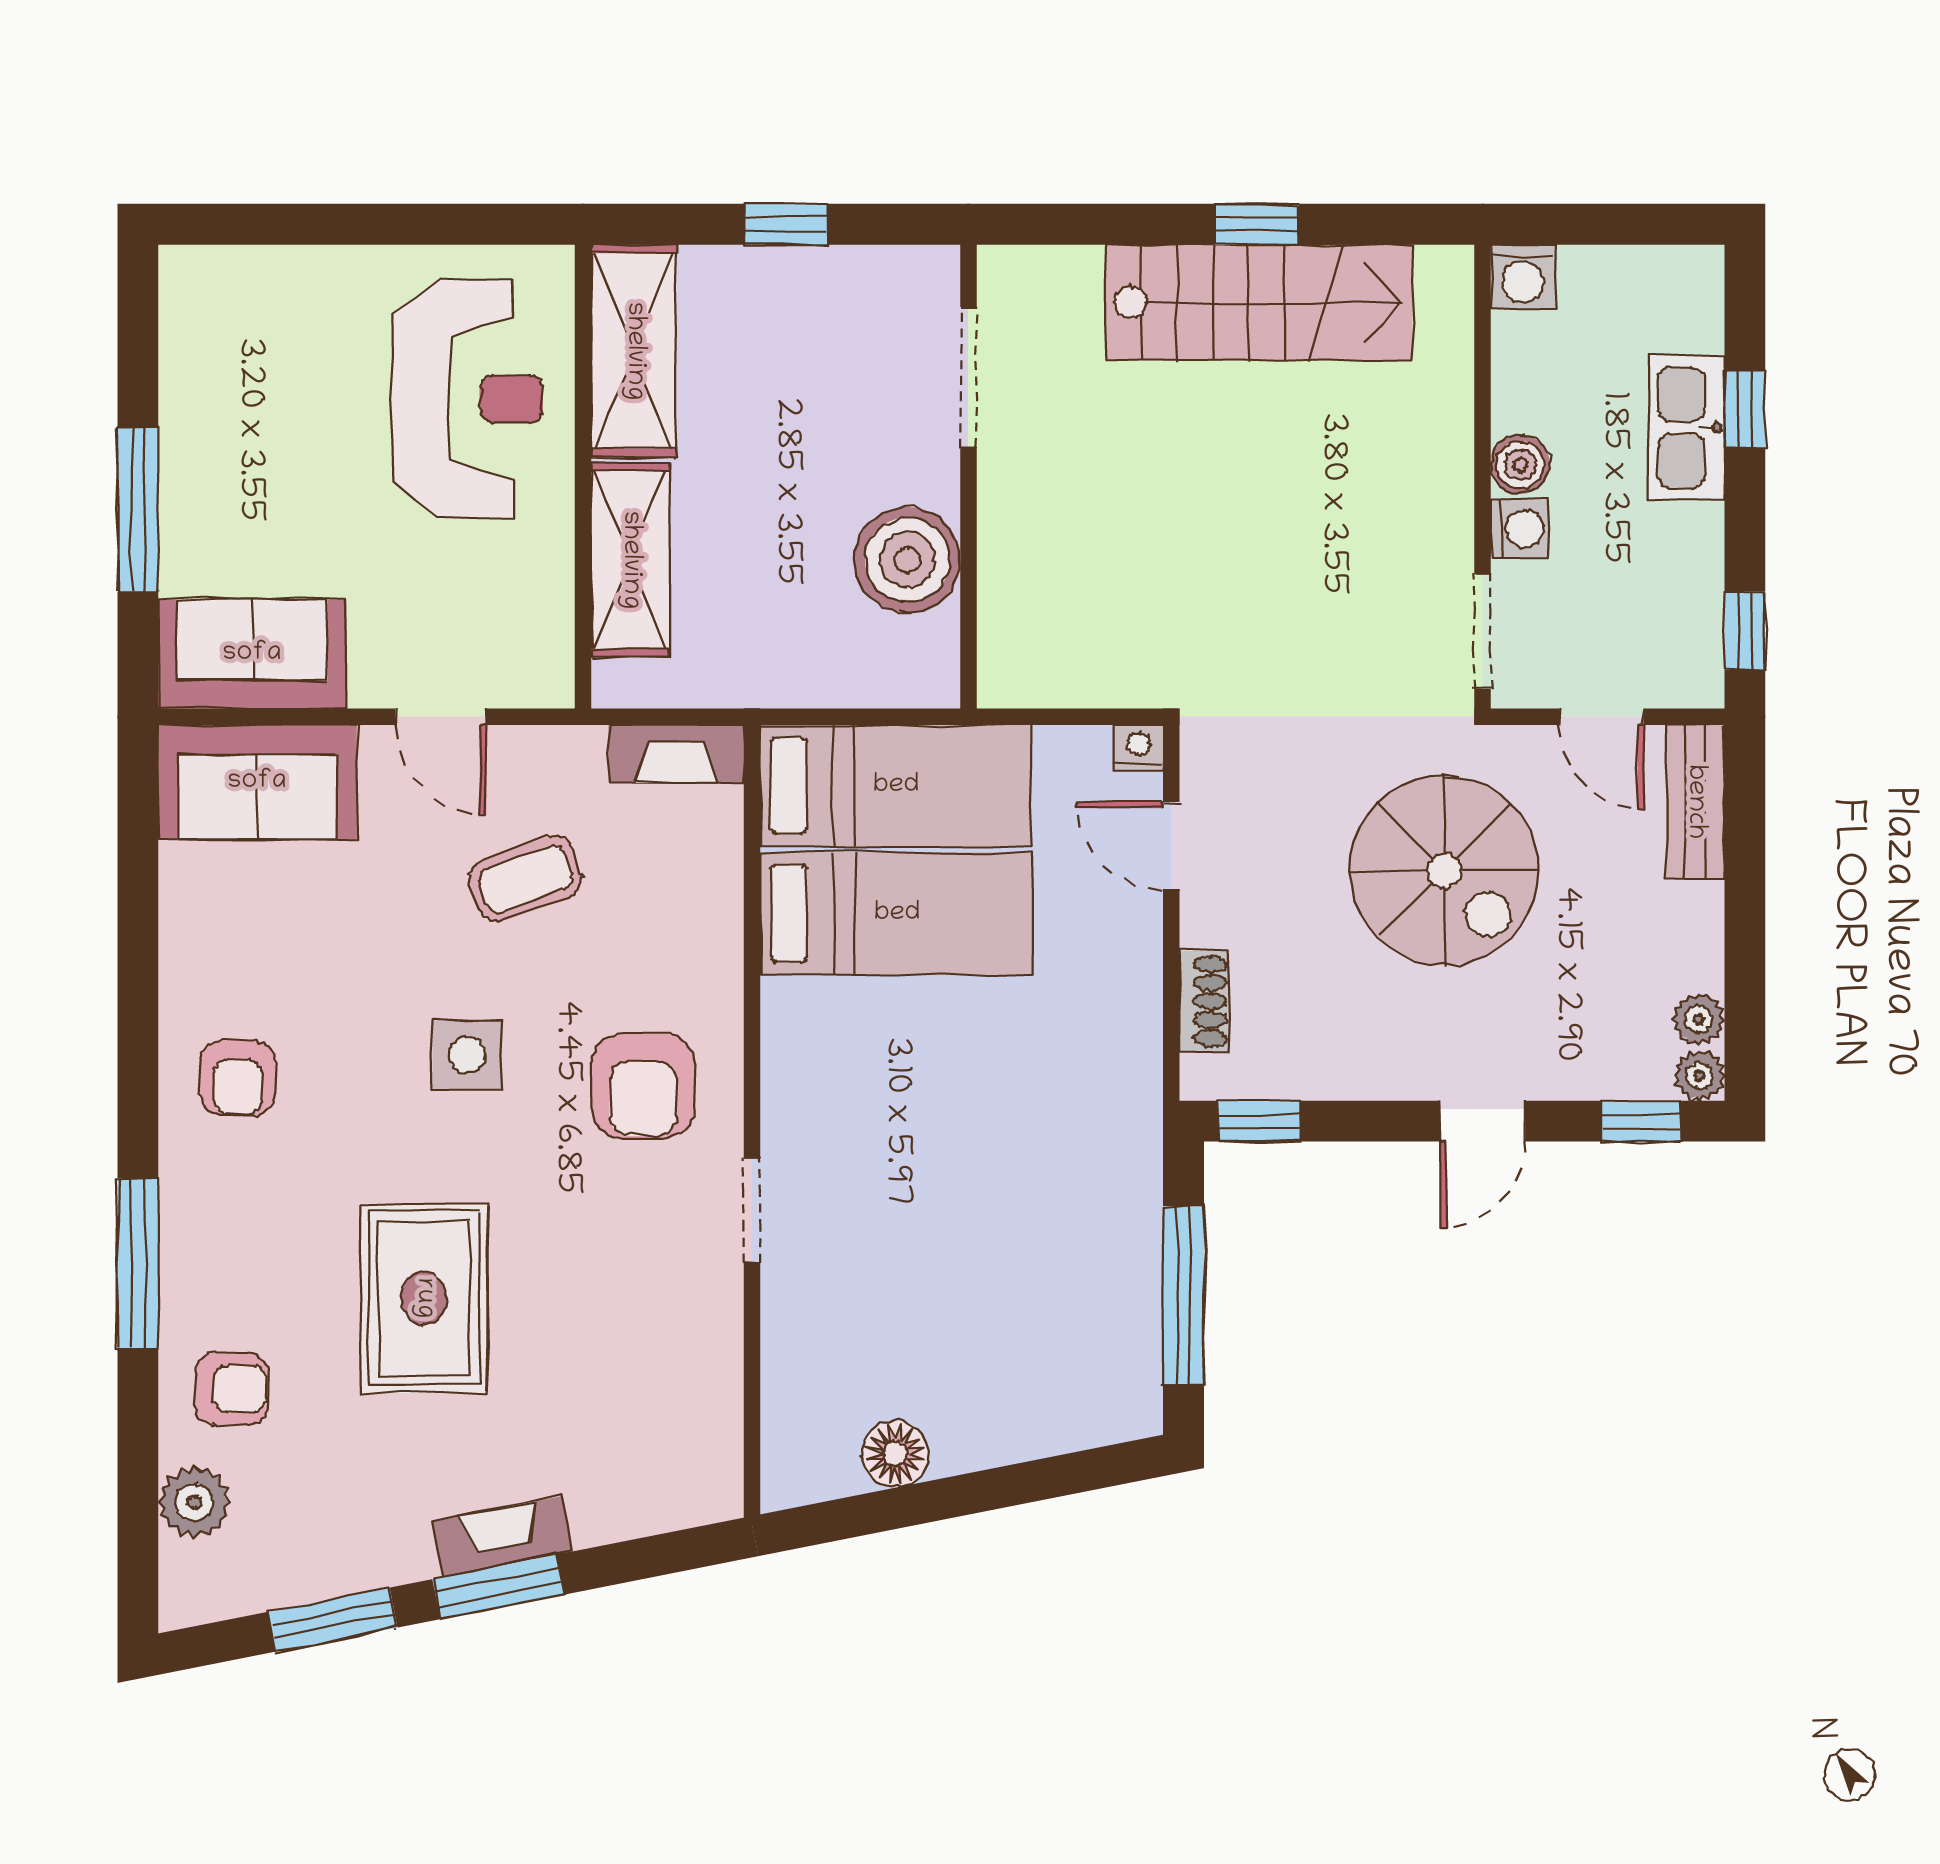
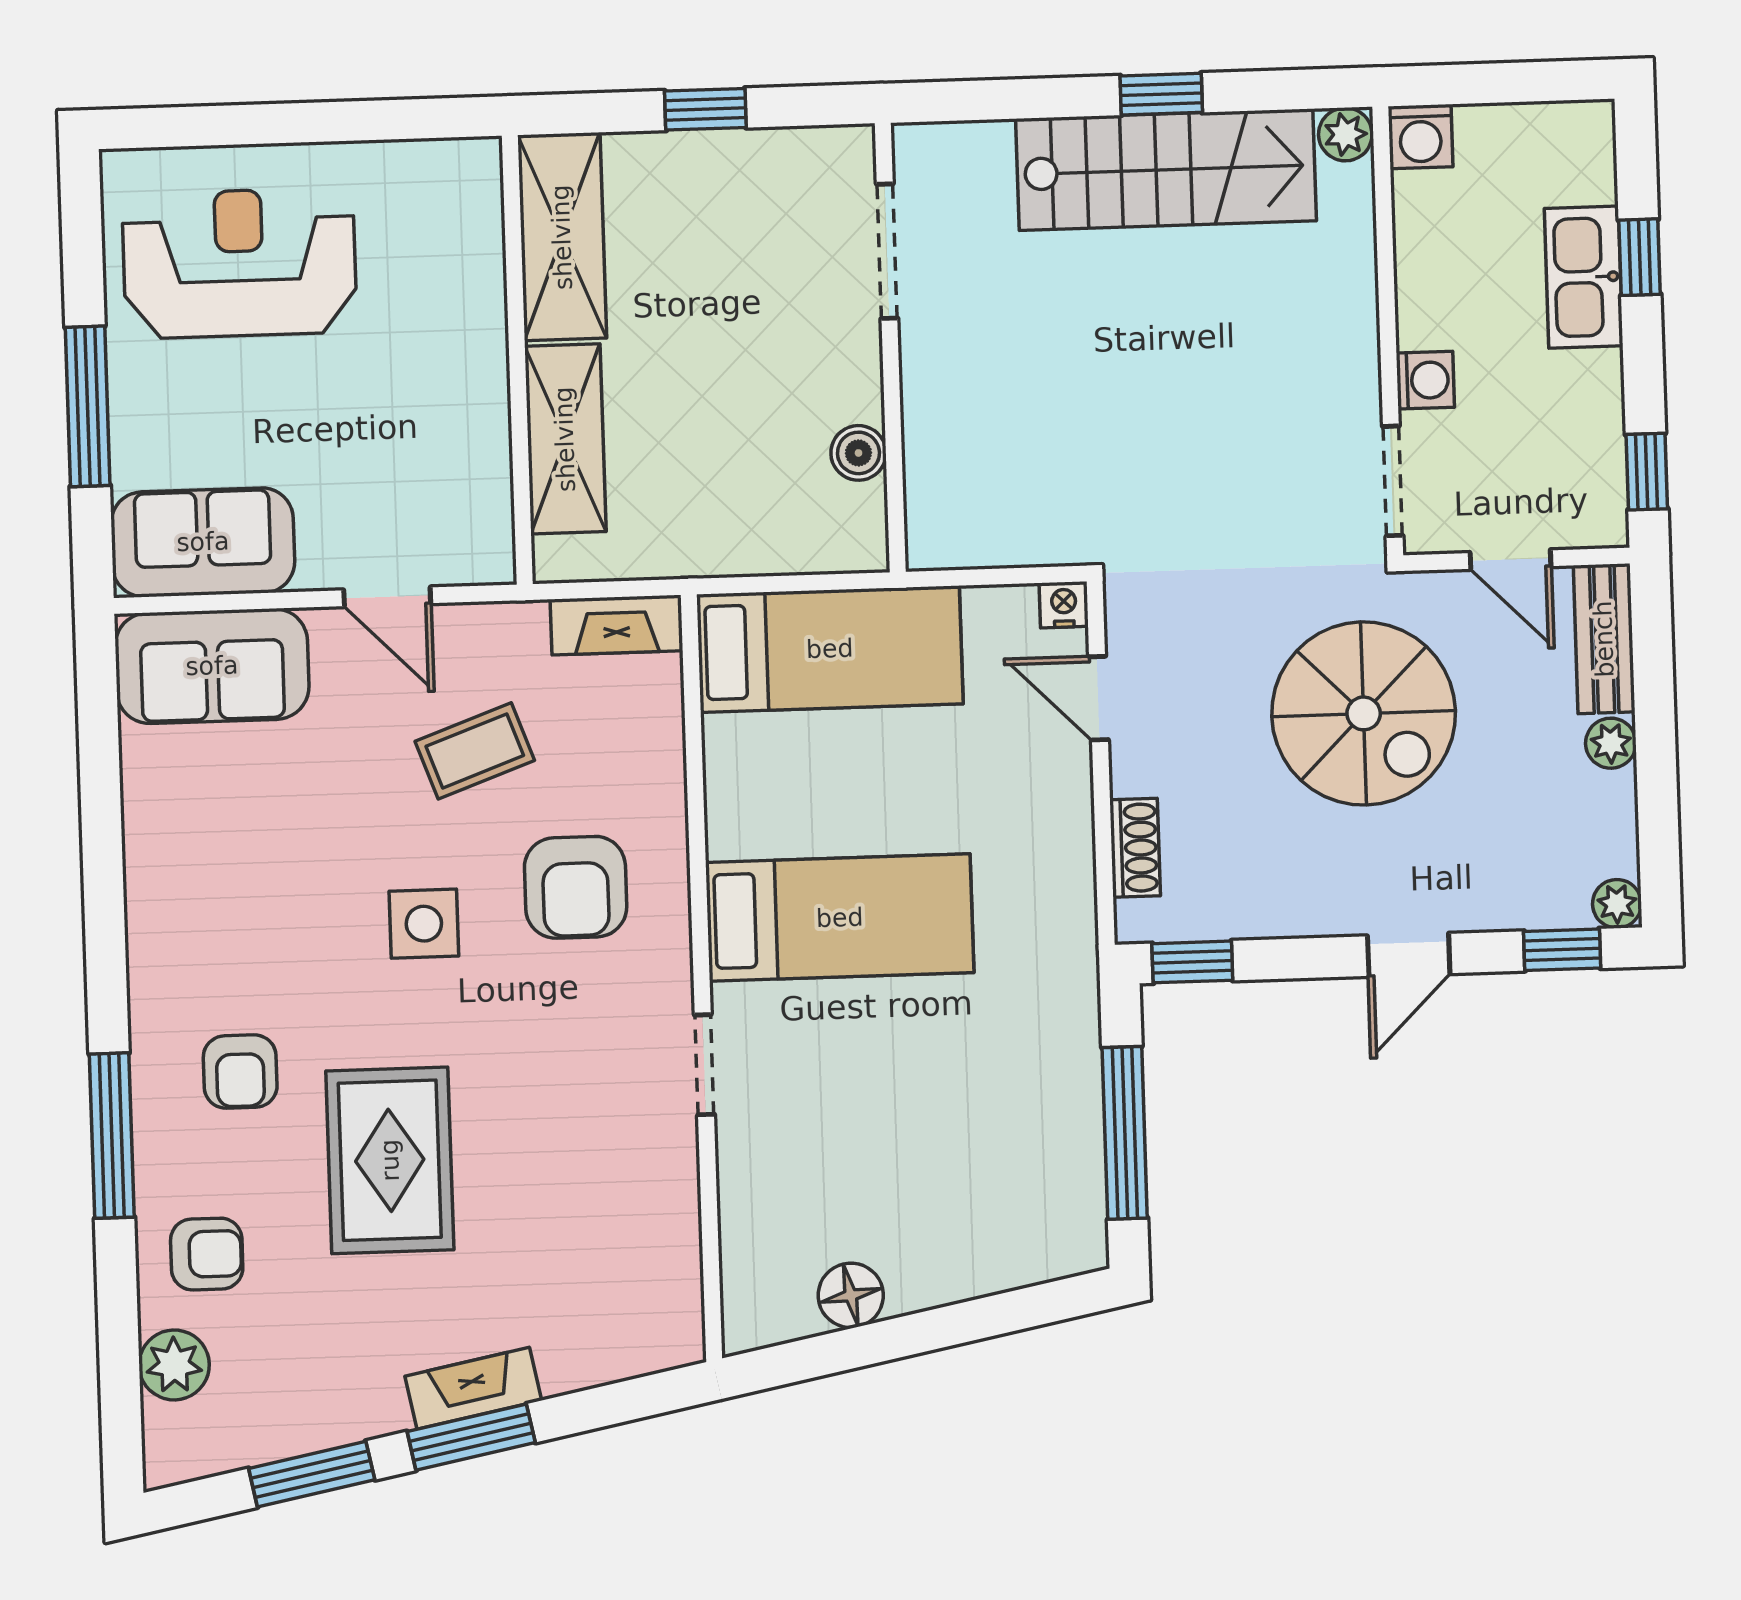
plant: (1445, 272) -> (1345, 134), added
reception desk: (468, 399) -> (239, 263), moved, turned -90
boiler: (1520, 465) -> (1424, 318), removed
boiler: (907, 560) -> (858, 453), width x0.54, depth x0.54
bed: (897, 914) -> (840, 918), moved
plant: (1699, 1019) -> (1611, 743), moved
armchair: (238, 1078) -> (240, 1072), moved
armchair: (643, 1086) -> (576, 887), moved

